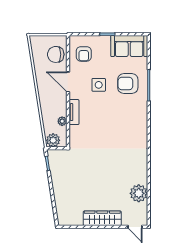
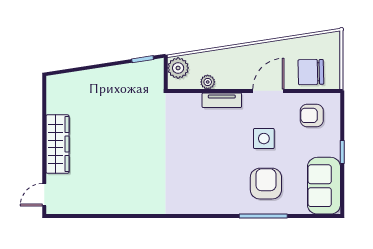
chair: (56, 54) -> (311, 72), turned -91
plant: (139, 193) -> (96, 200), removed

